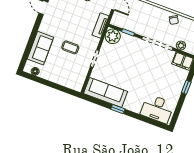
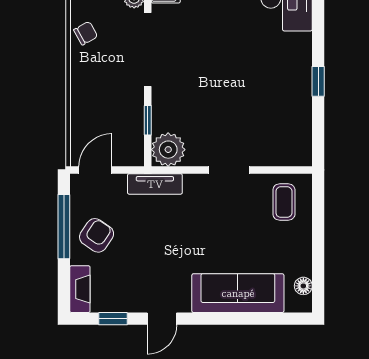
coffee table: (70, 47) -> (284, 202), moved
sofa: (40, 48) -> (238, 293), width x1.36
sofa: (106, 93) -> (293, 120), removed

